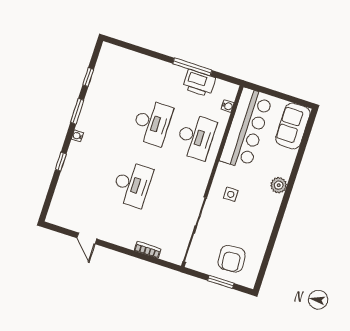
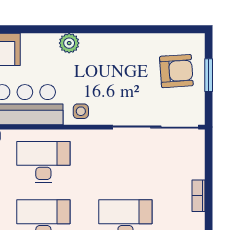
side table: (231, 194) -> (81, 111), moved
bookcase: (148, 250) -> (198, 196), moved

